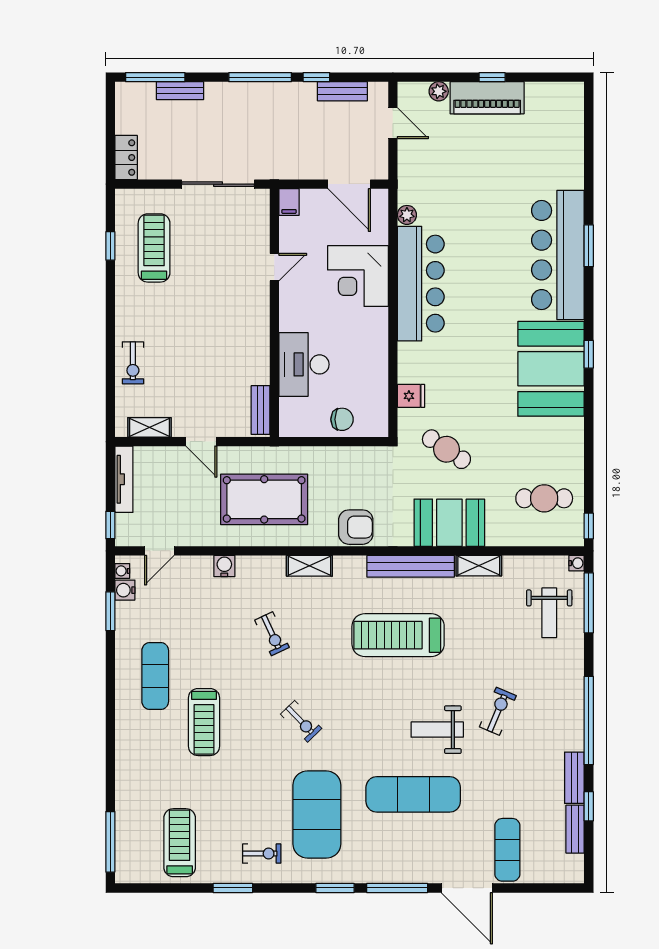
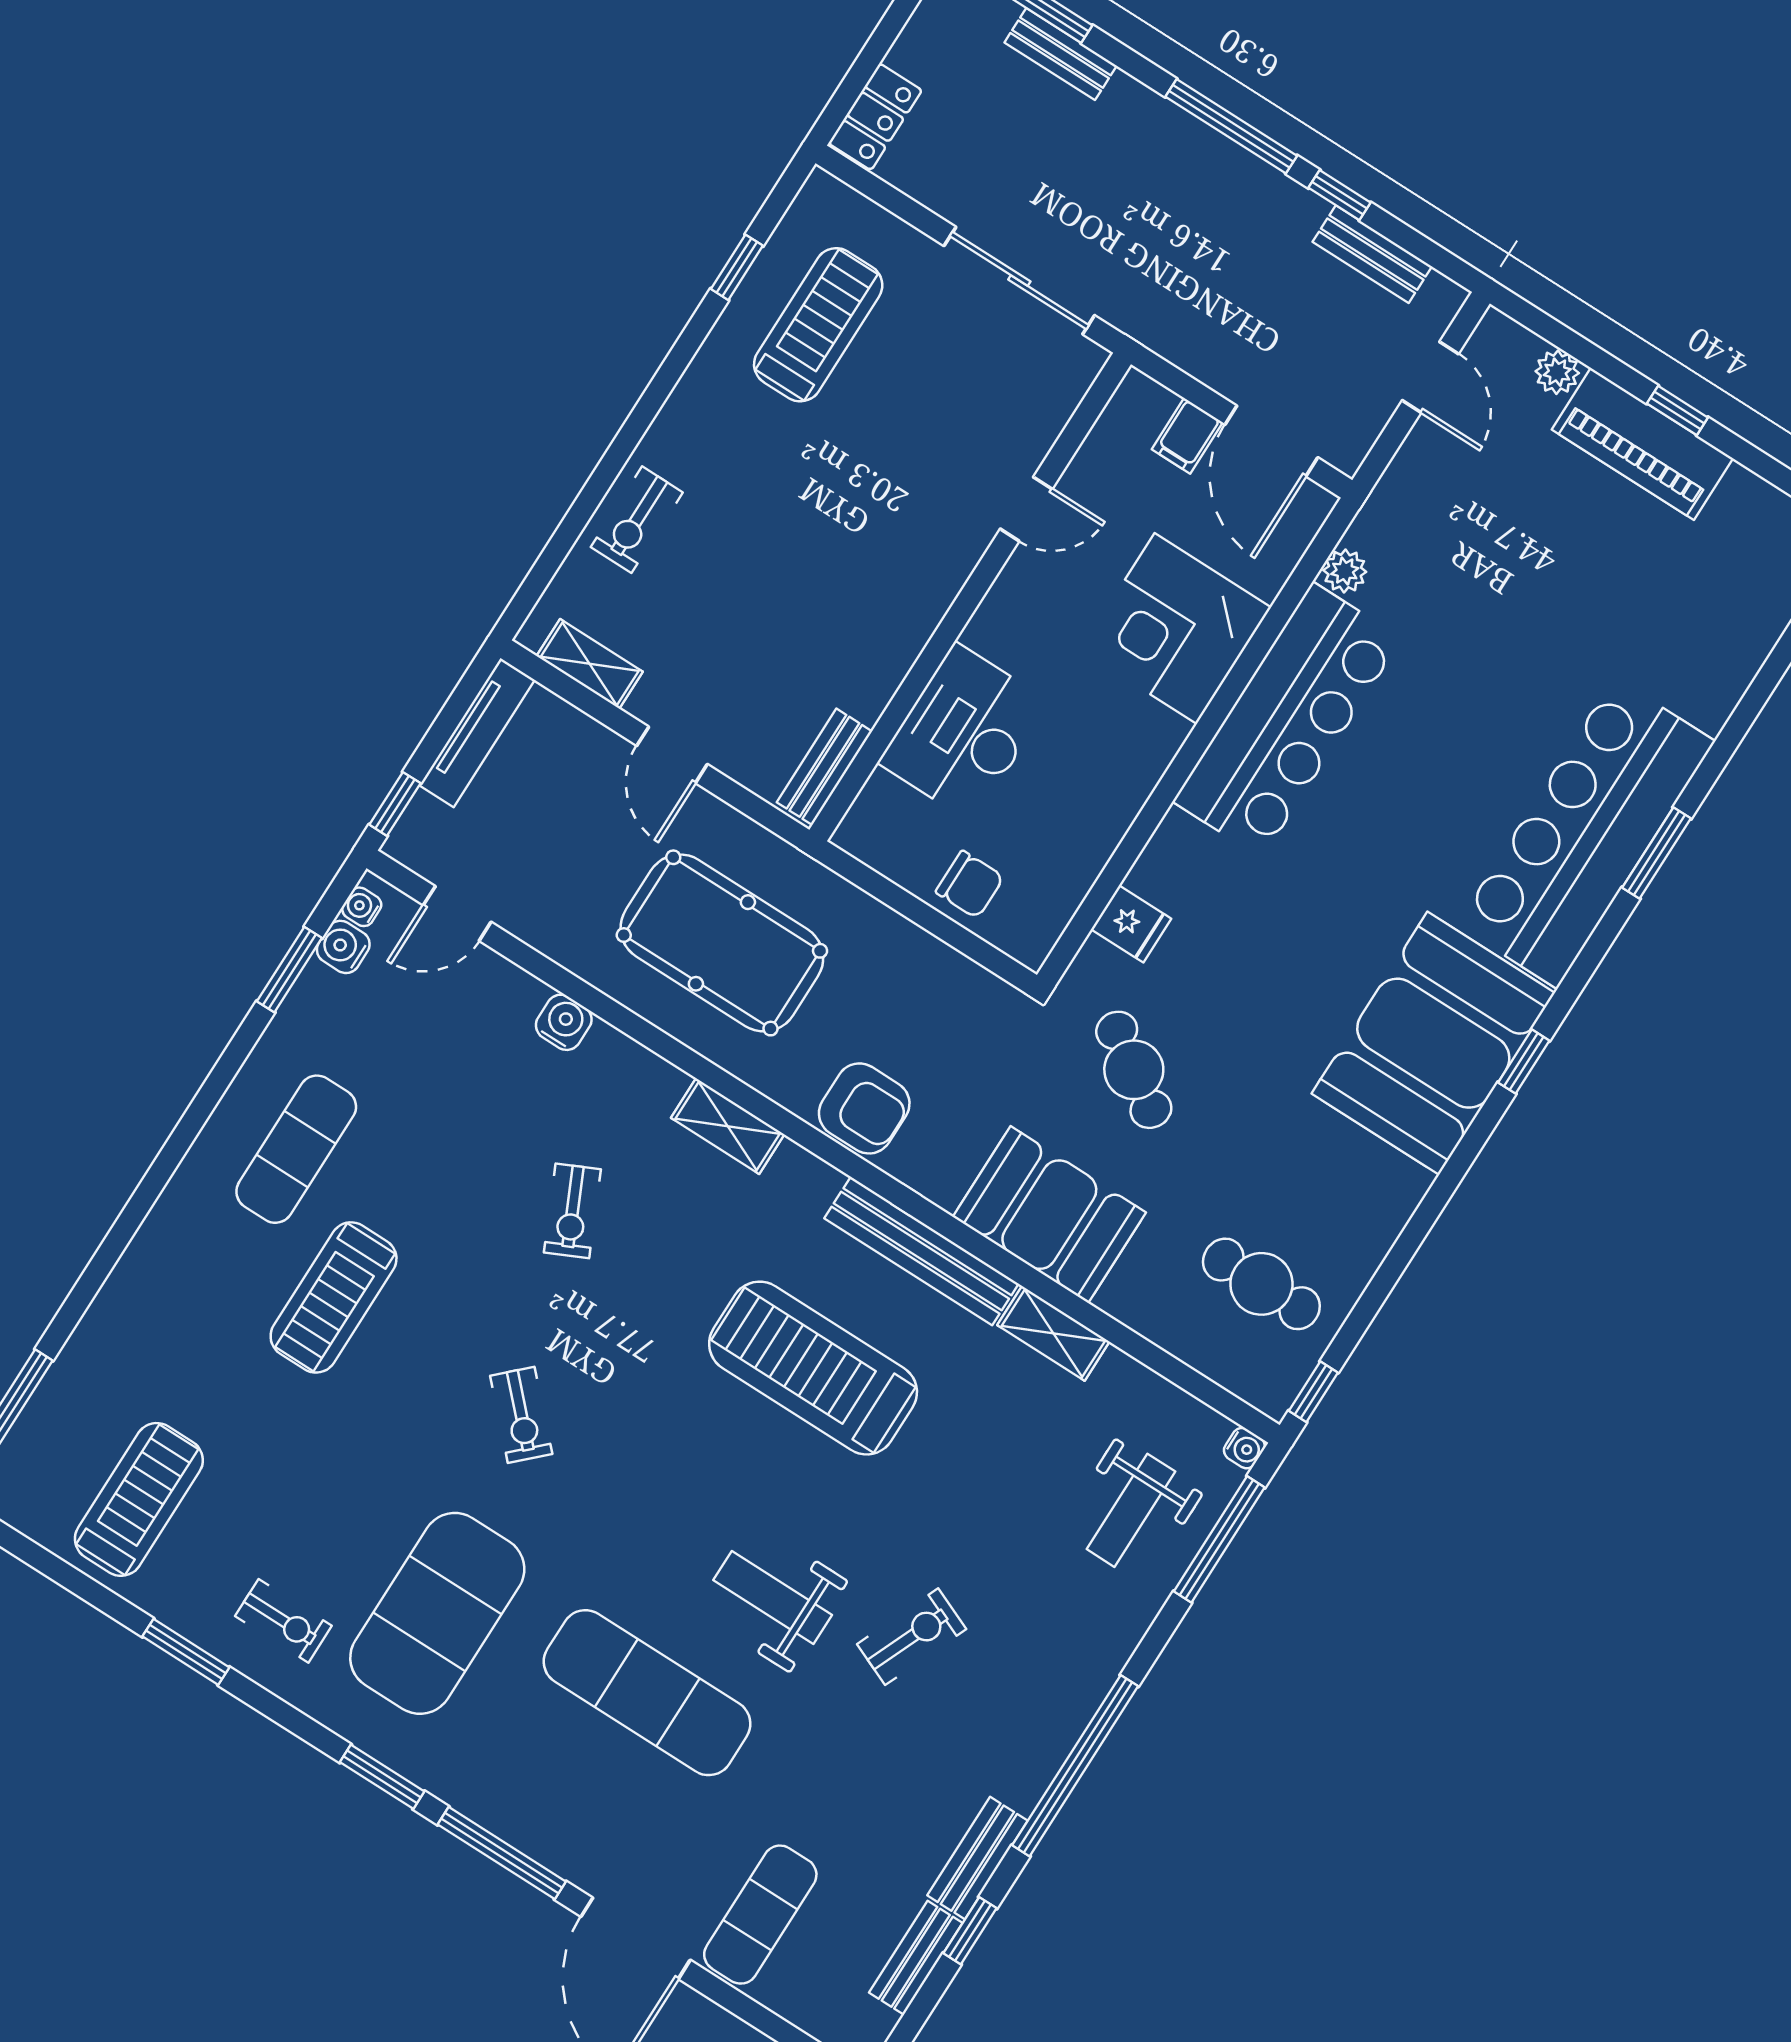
filing cabinet: (289, 202) -> (1187, 436), moved

